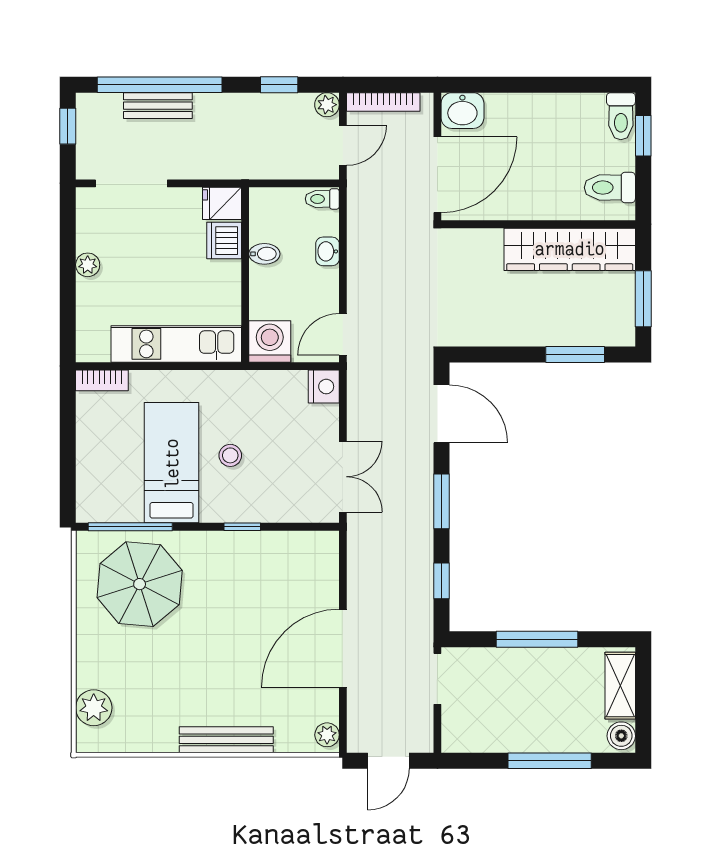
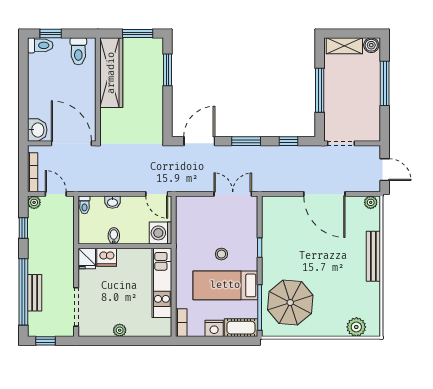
nightstand: (324, 387) -> (214, 328), moved, turned 180
cot: (93, 492) -> (241, 328), added

